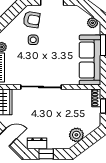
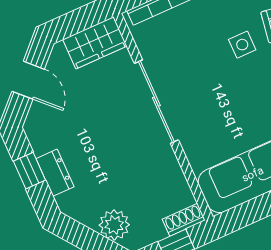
plant: (76, 135) -> (114, 225), moved
dresser: (37, 143) -> (55, 173), moved

